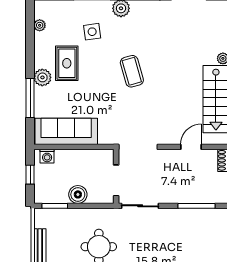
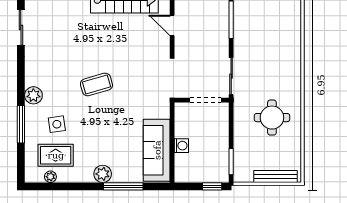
rug: (67, 63) -> (56, 155), moved
washing machine: (47, 156) -> (181, 146), moved
window: (30, 175) -> (212, 186), moved
boiler: (78, 194) -> (220, 138), removed

